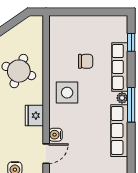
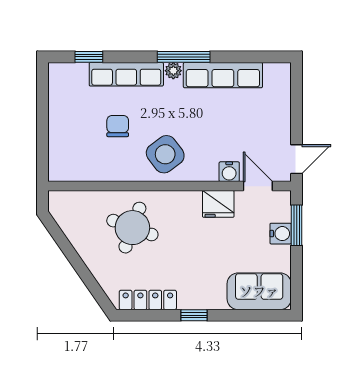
side table: (67, 93) -> (165, 154), turned -37
fridge: (34, 116) -> (218, 204), moved

